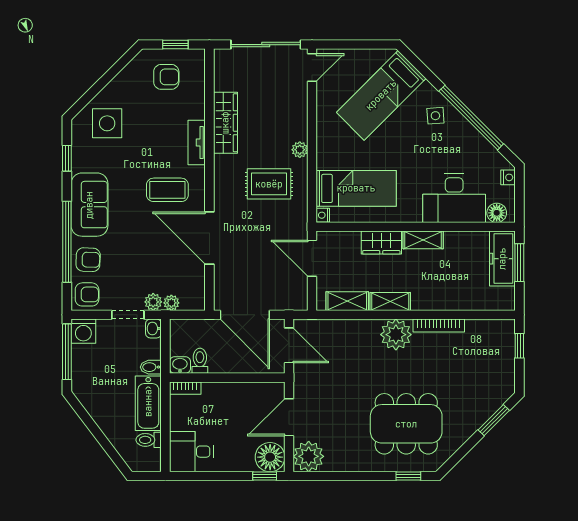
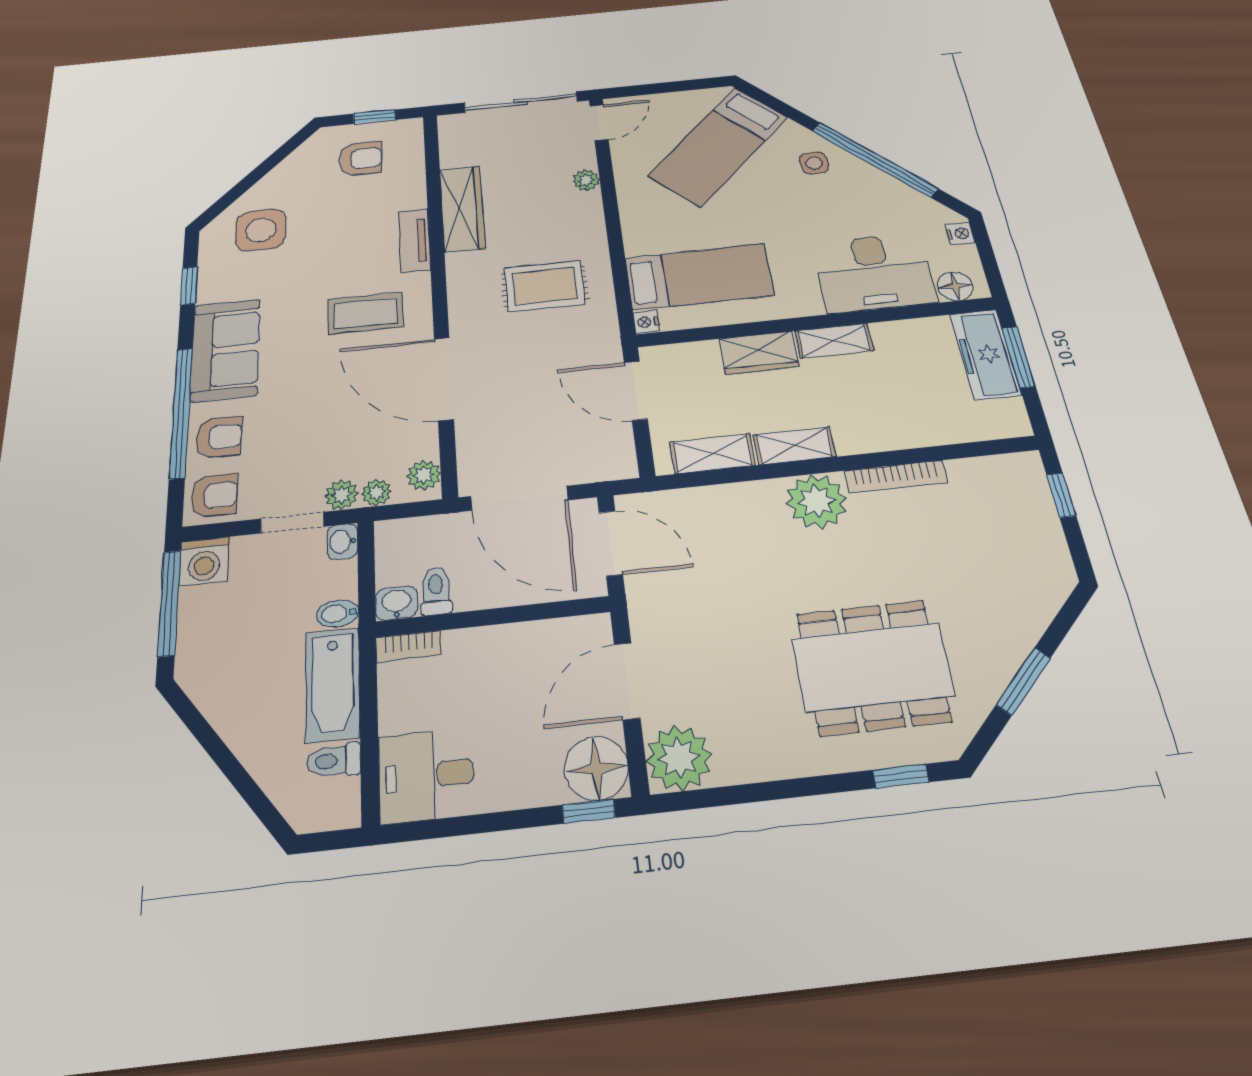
plant: (300, 150) -> (586, 180), moved
plant: (196, 296) -> (424, 475), added
window: (494, 420) -> (1023, 681), moved

